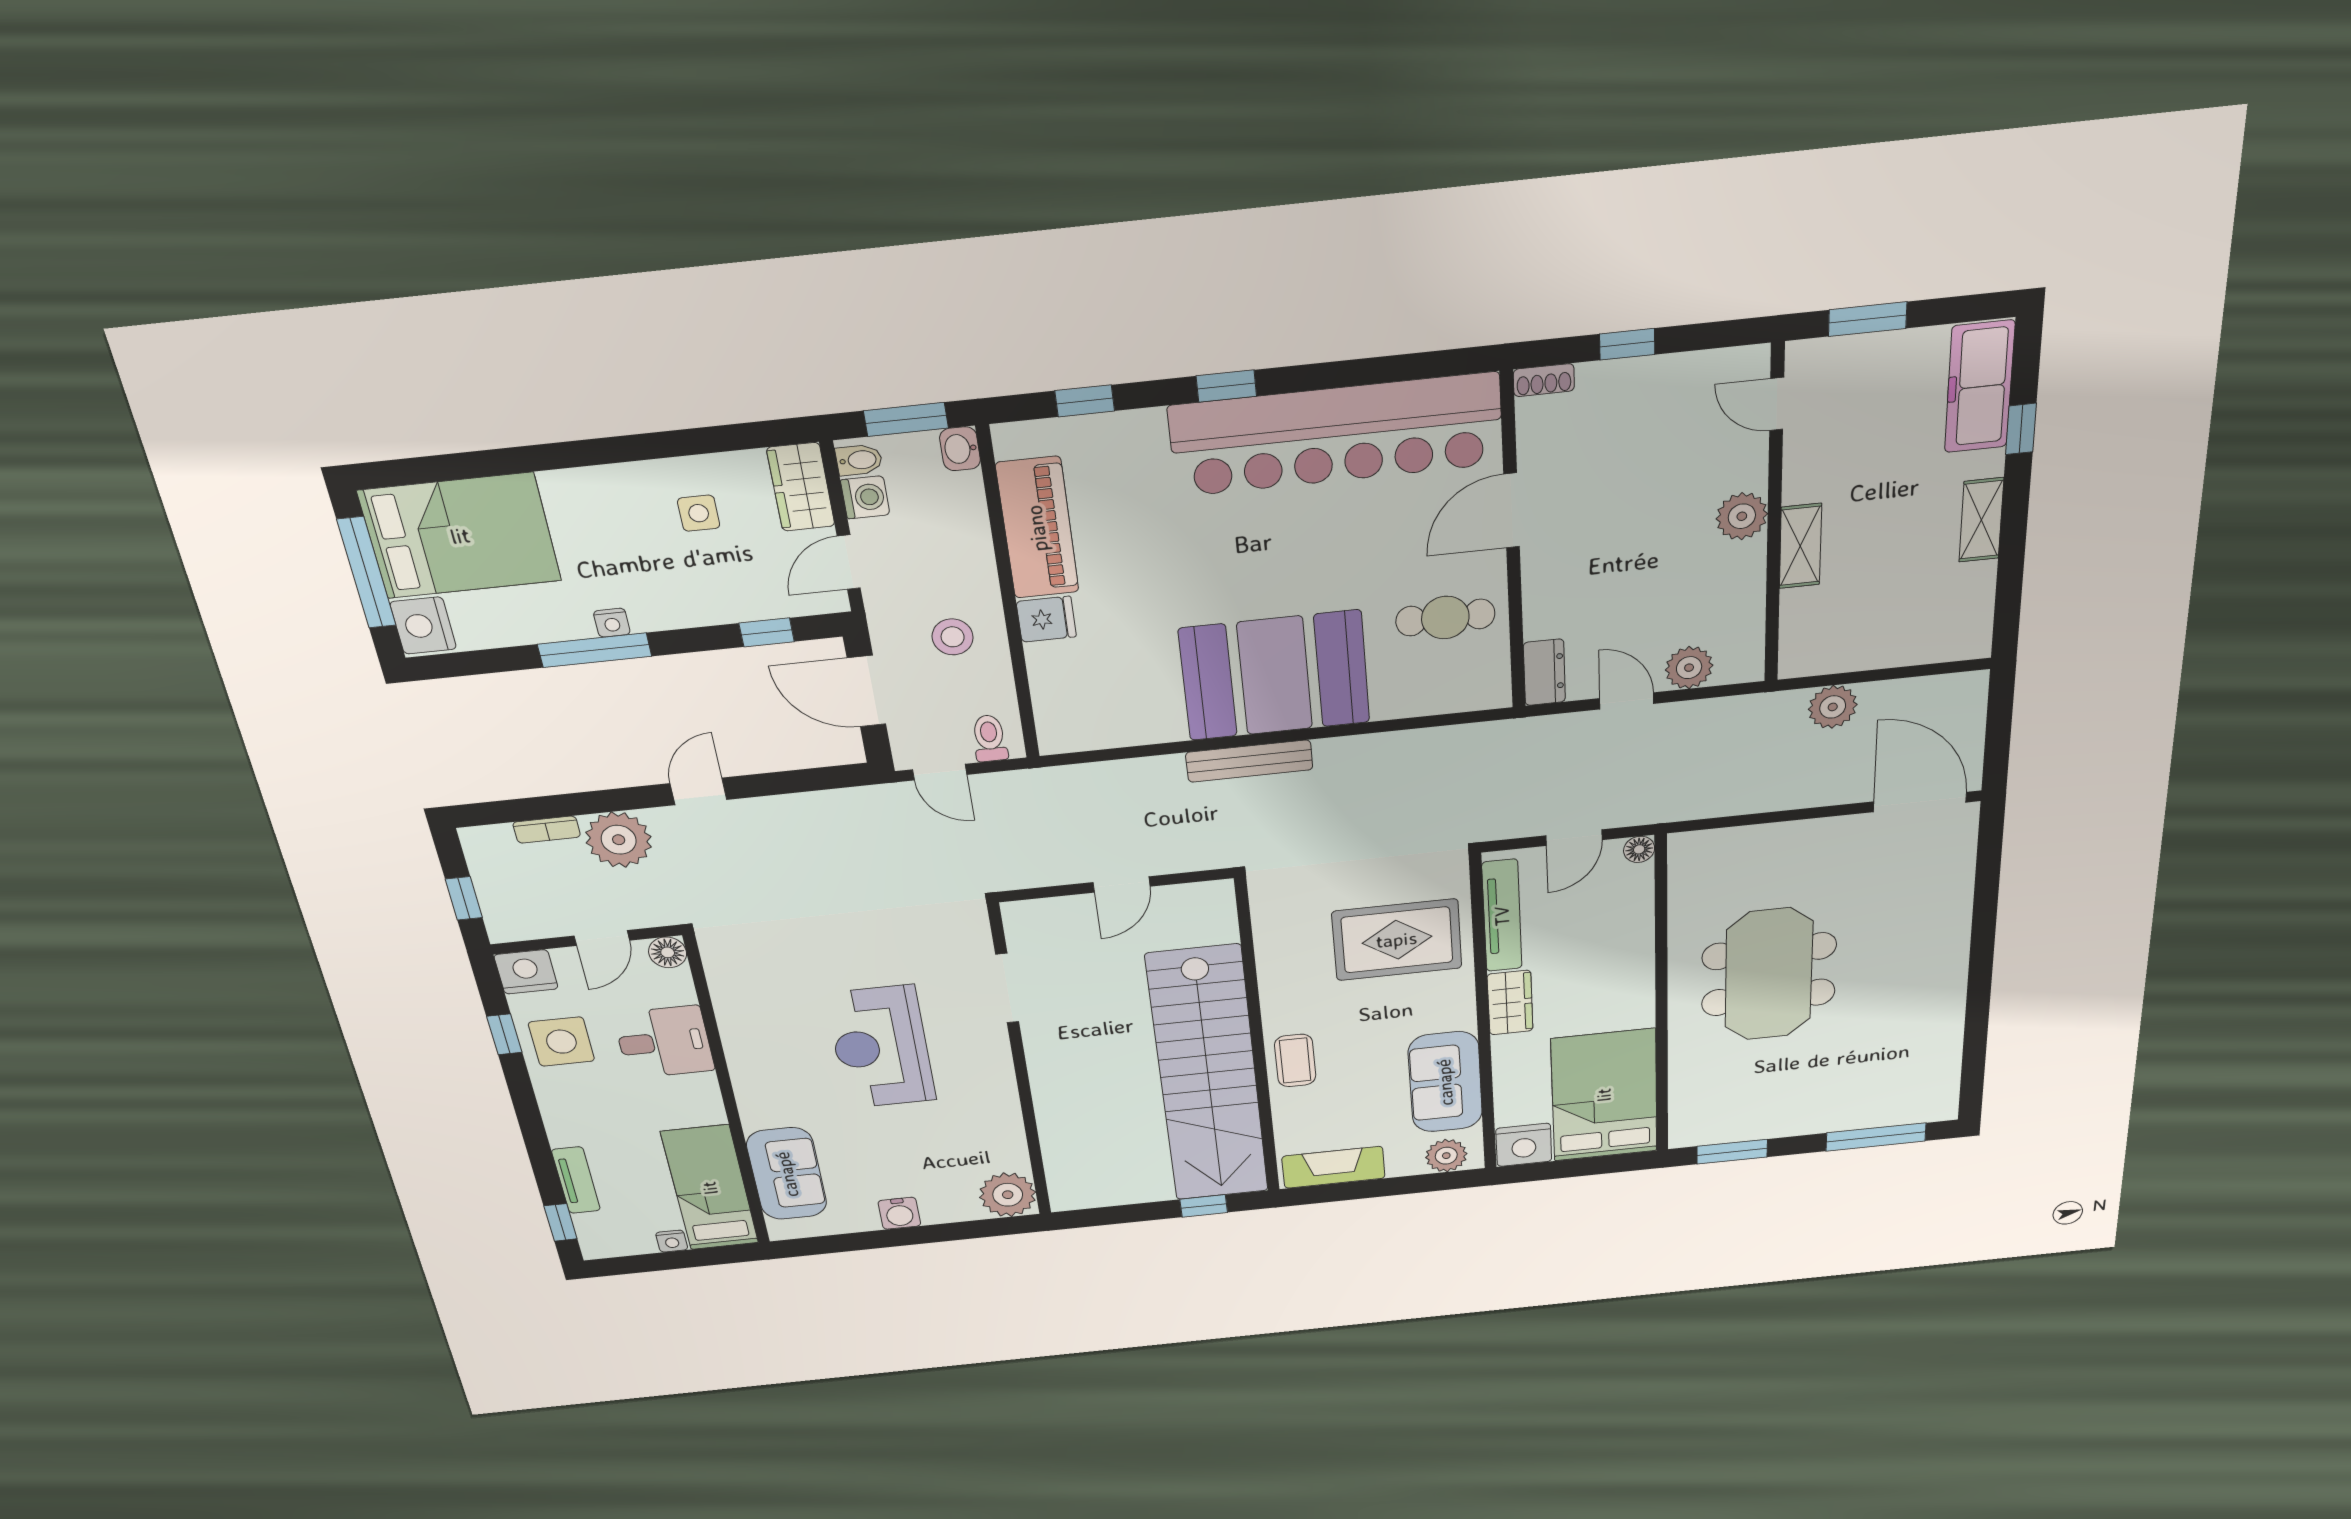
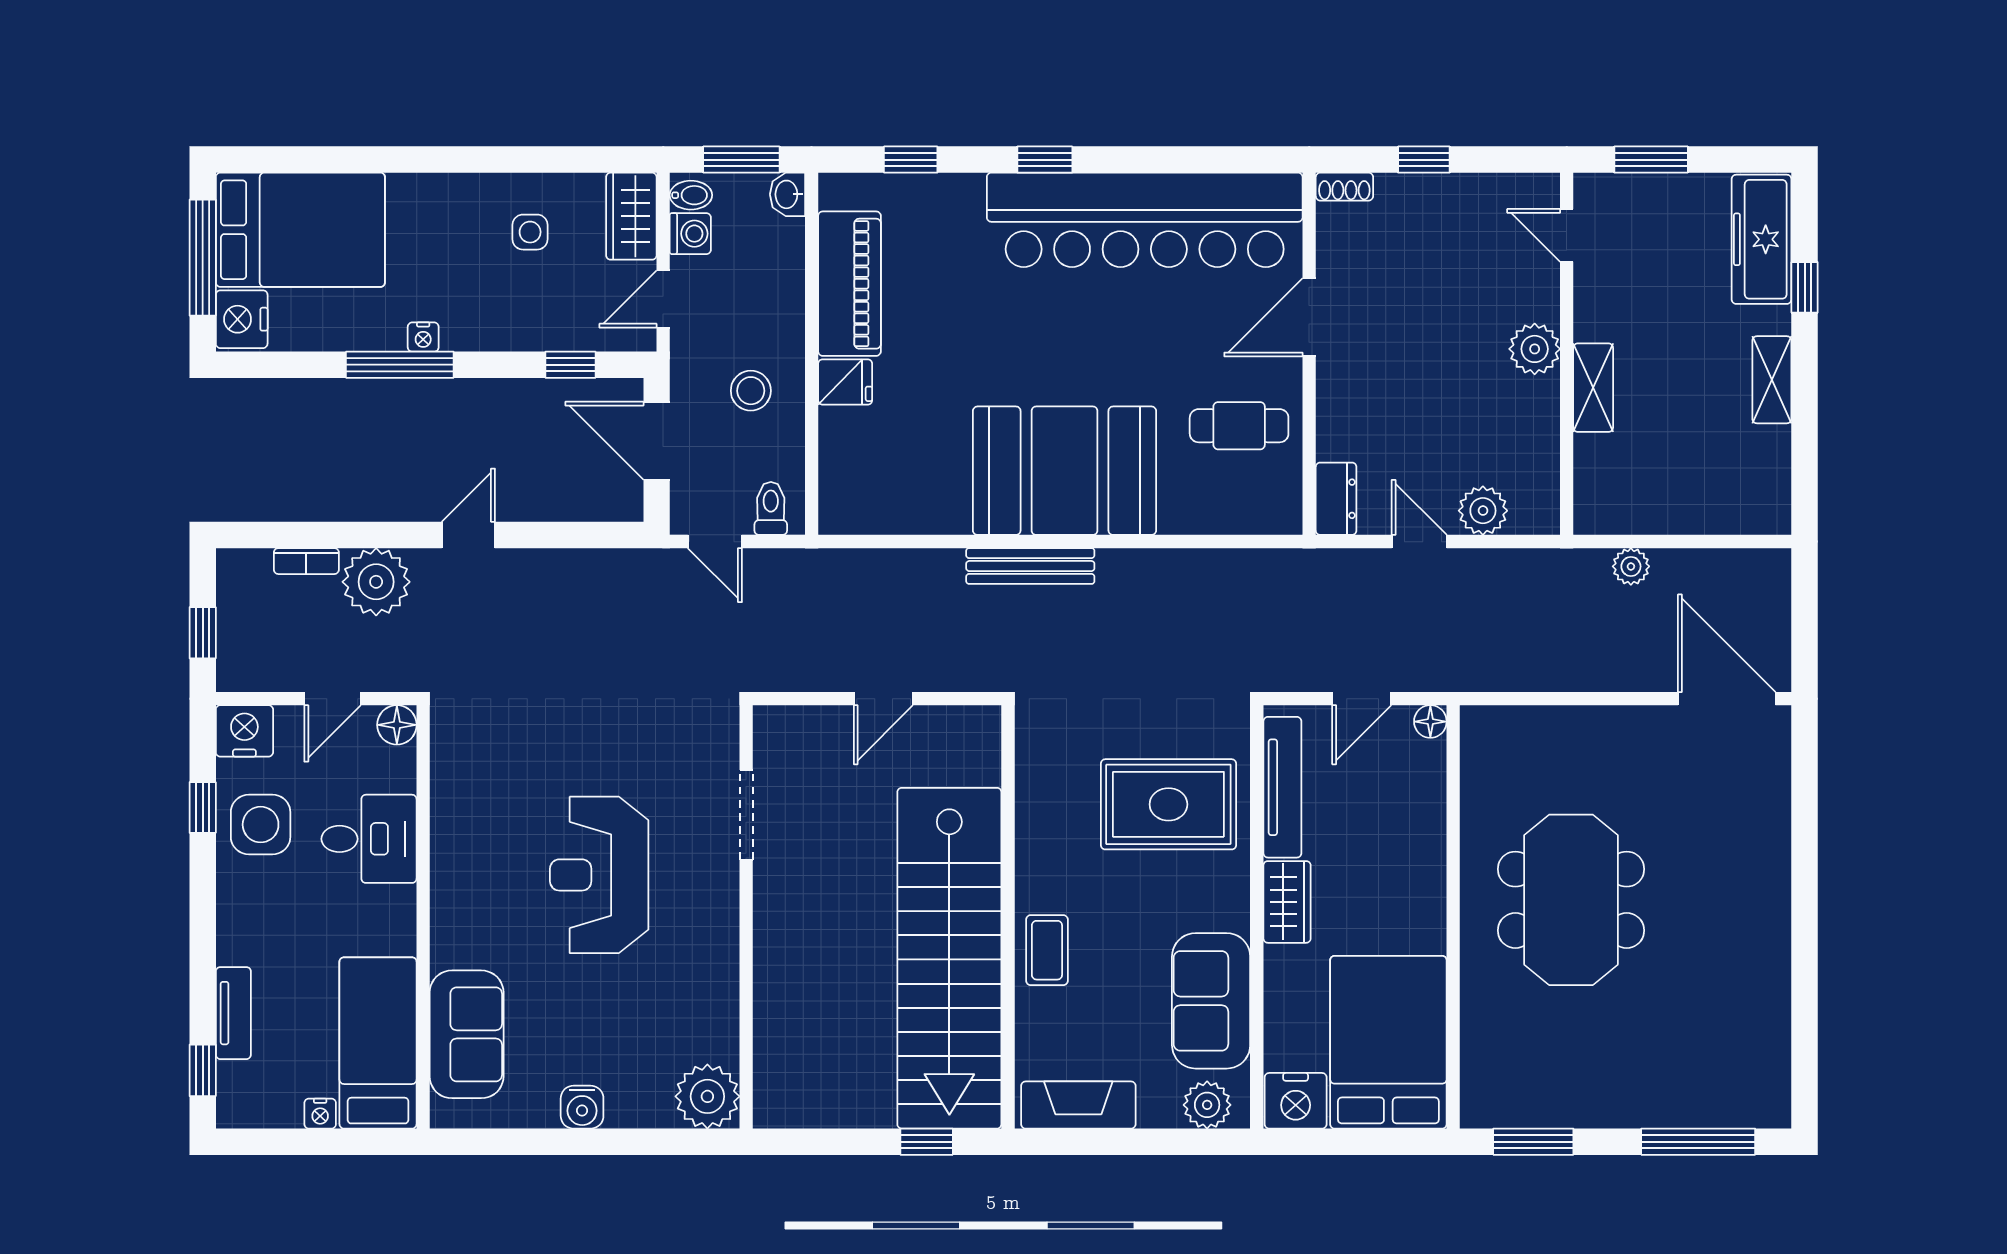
plant: (1833, 707) -> (1631, 566), width x0.73, depth x0.73

